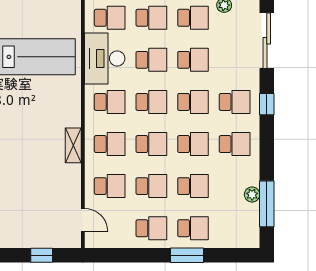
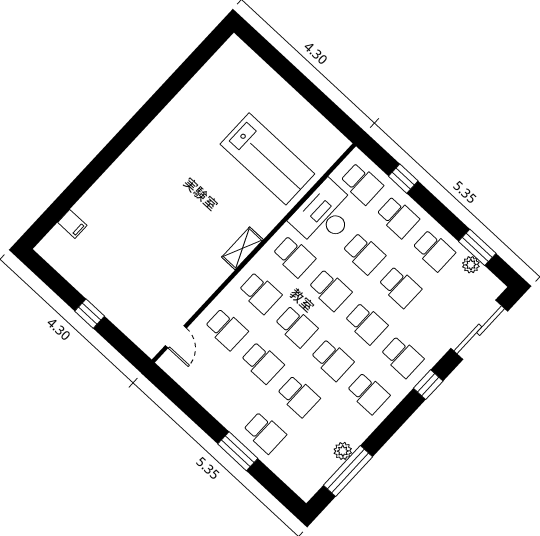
shelving: (73, 145) -> (242, 248), moved
school desk: (151, 228) -> (229, 399), removed
window: (42, 255) -> (90, 314), moved

